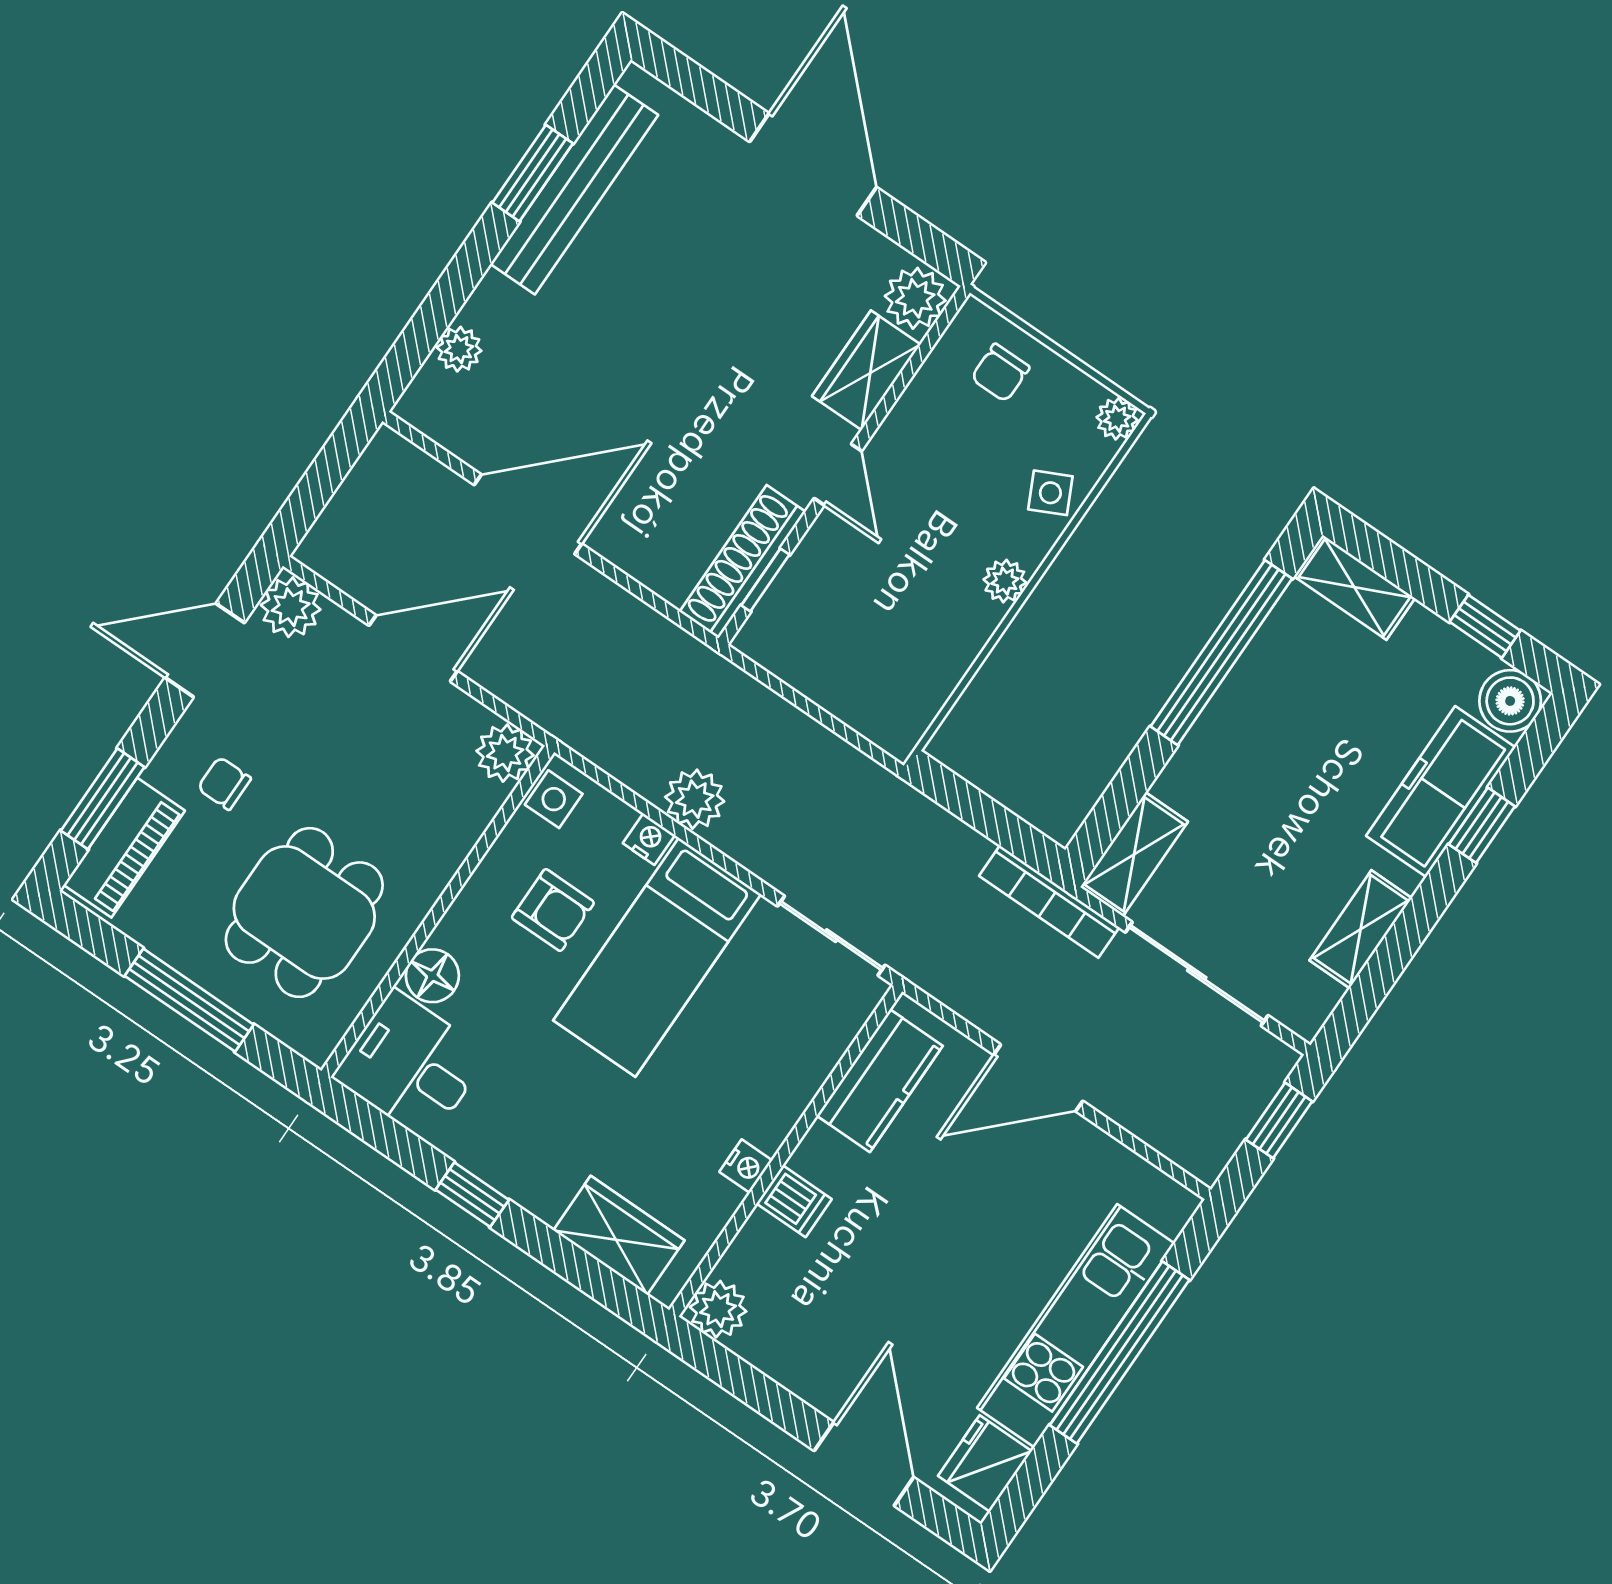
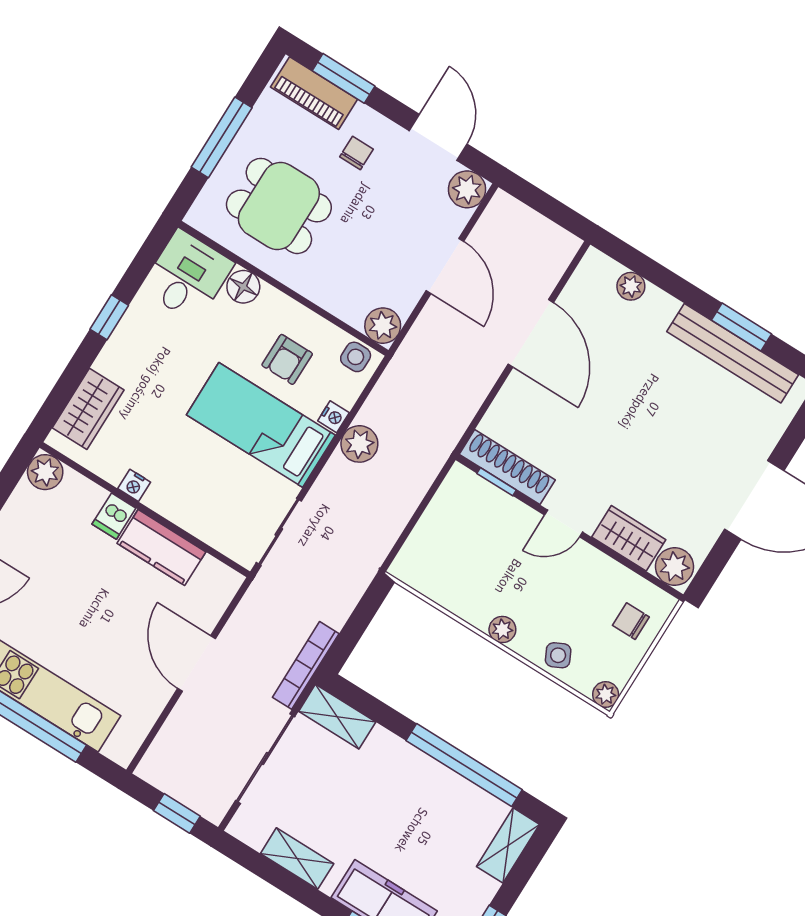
kitchen counter: (880, 1081) -> (161, 548), moved

